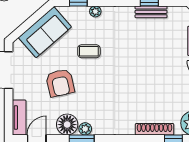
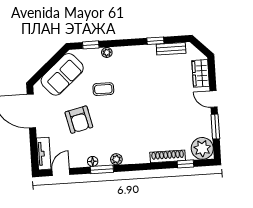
bench: (151, 12) -> (171, 49), moved
floor lamp: (67, 125) -> (93, 161), width x0.53, depth x0.53
plant: (85, 129) -> (116, 159), moved

